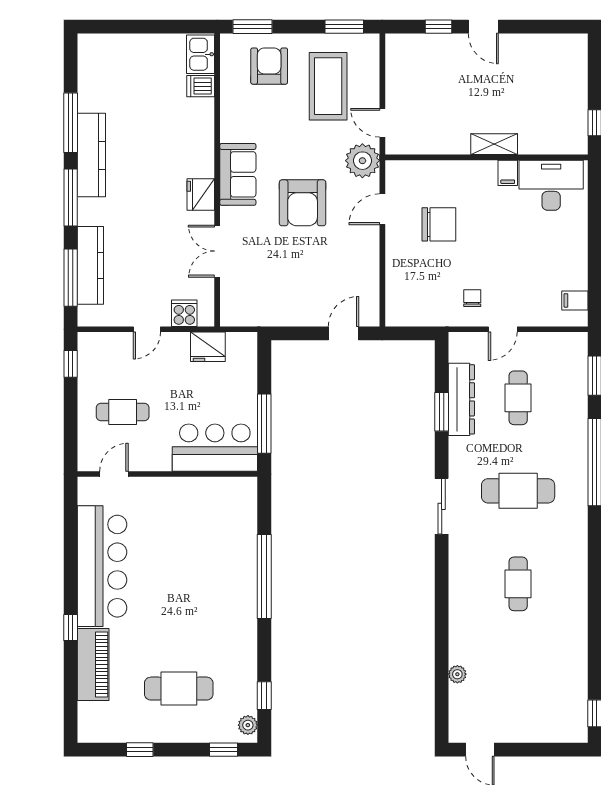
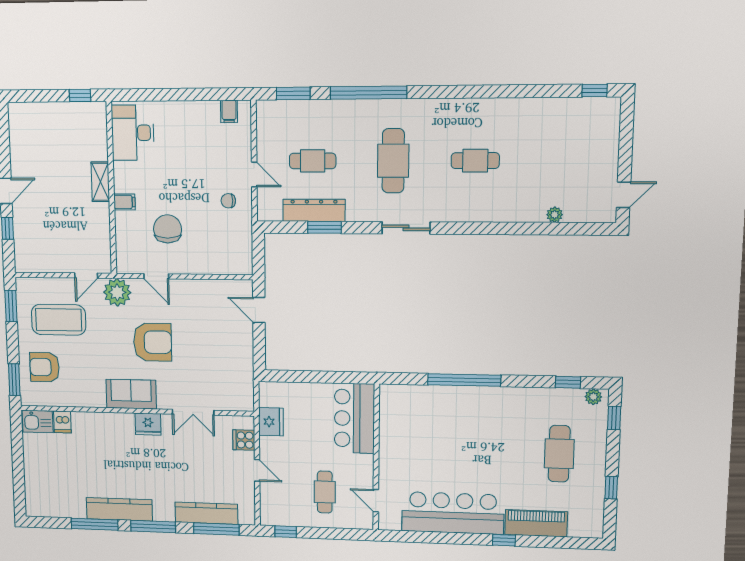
filing cabinet: (508, 173) -> (124, 202), moved
window: (264, 424) -> (334, 377), removed

